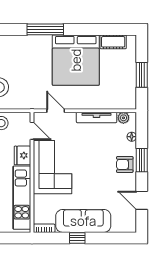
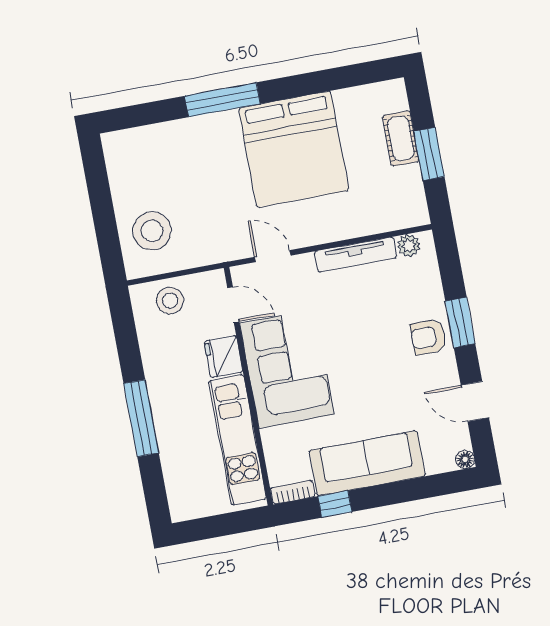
cot: (113, 42) -> (401, 138), moved, turned 90
floor lamp: (132, 137) -> (465, 459), moved
window: (77, 238) -> (335, 504), moved

